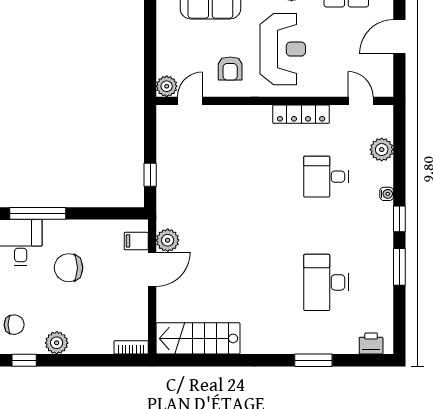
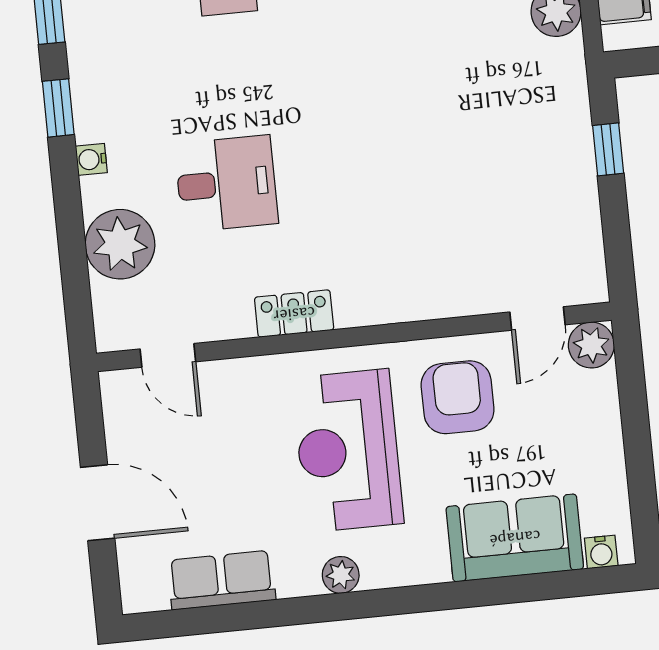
door: (399, 37) -> (98, 503), hinge flipped
armchair: (230, 68) -> (458, 397), width x1.38, depth x1.38
locker: (301, 114) -> (294, 314), width x0.66
plant: (382, 150) -> (120, 244), width x1.36, depth x1.36

